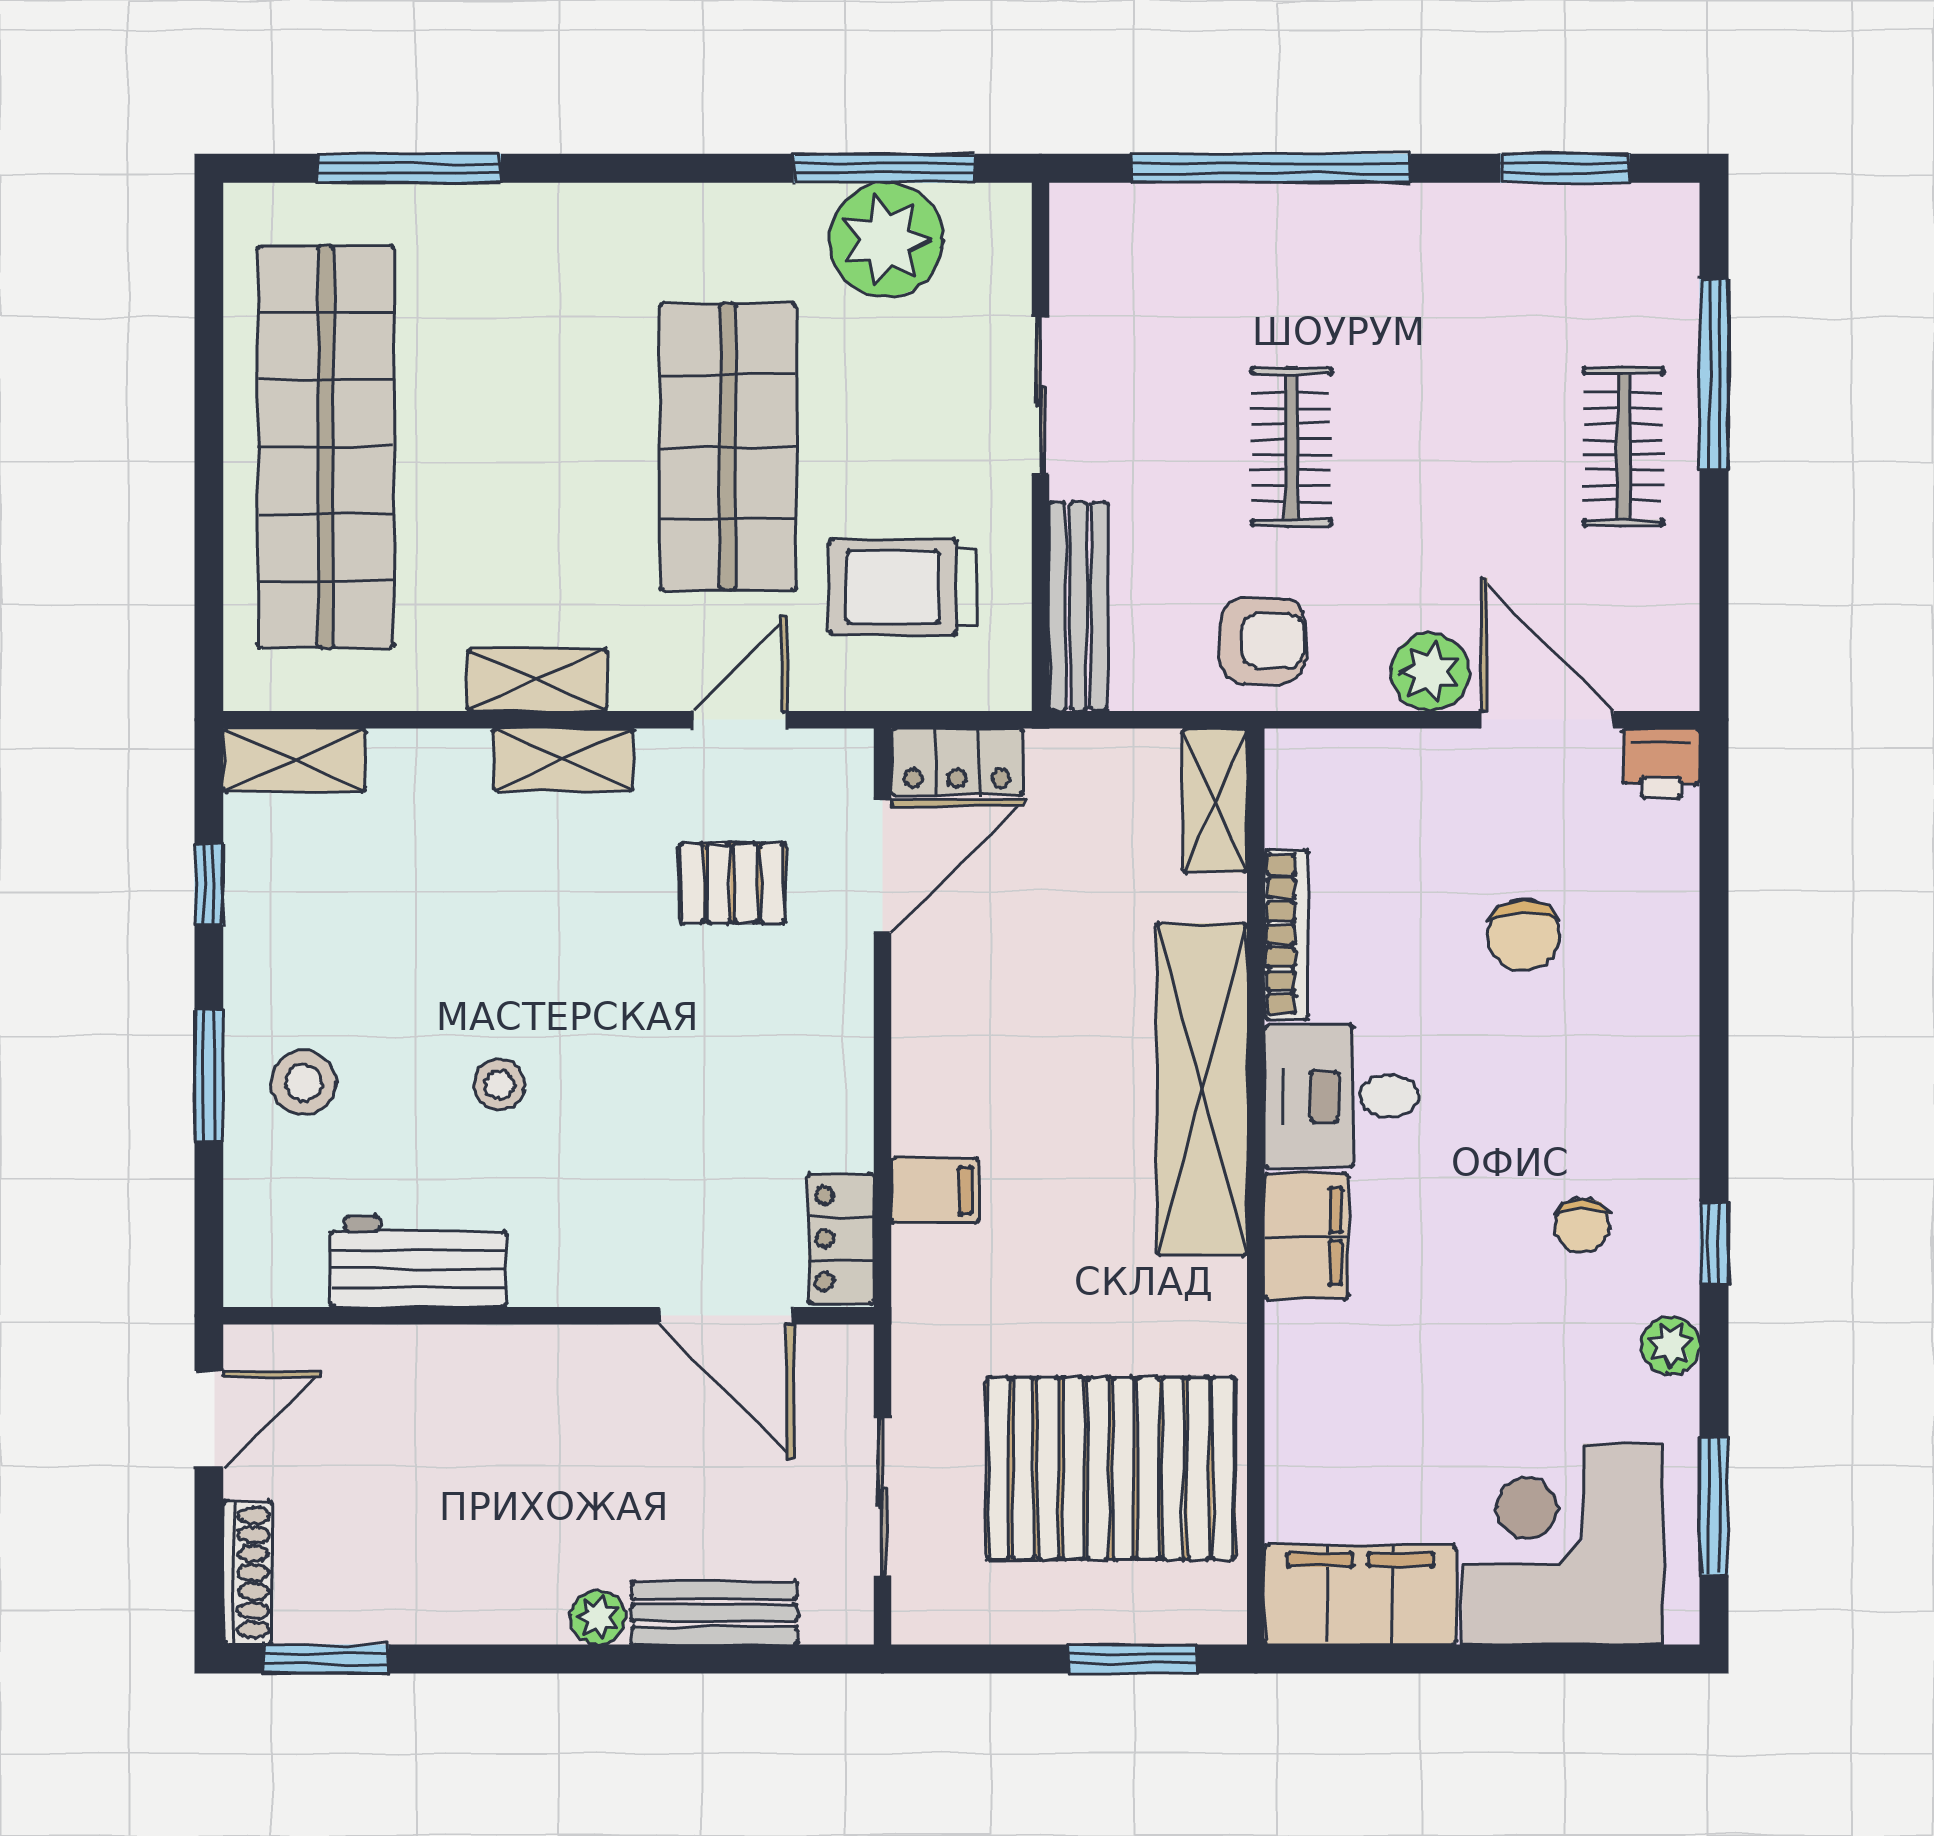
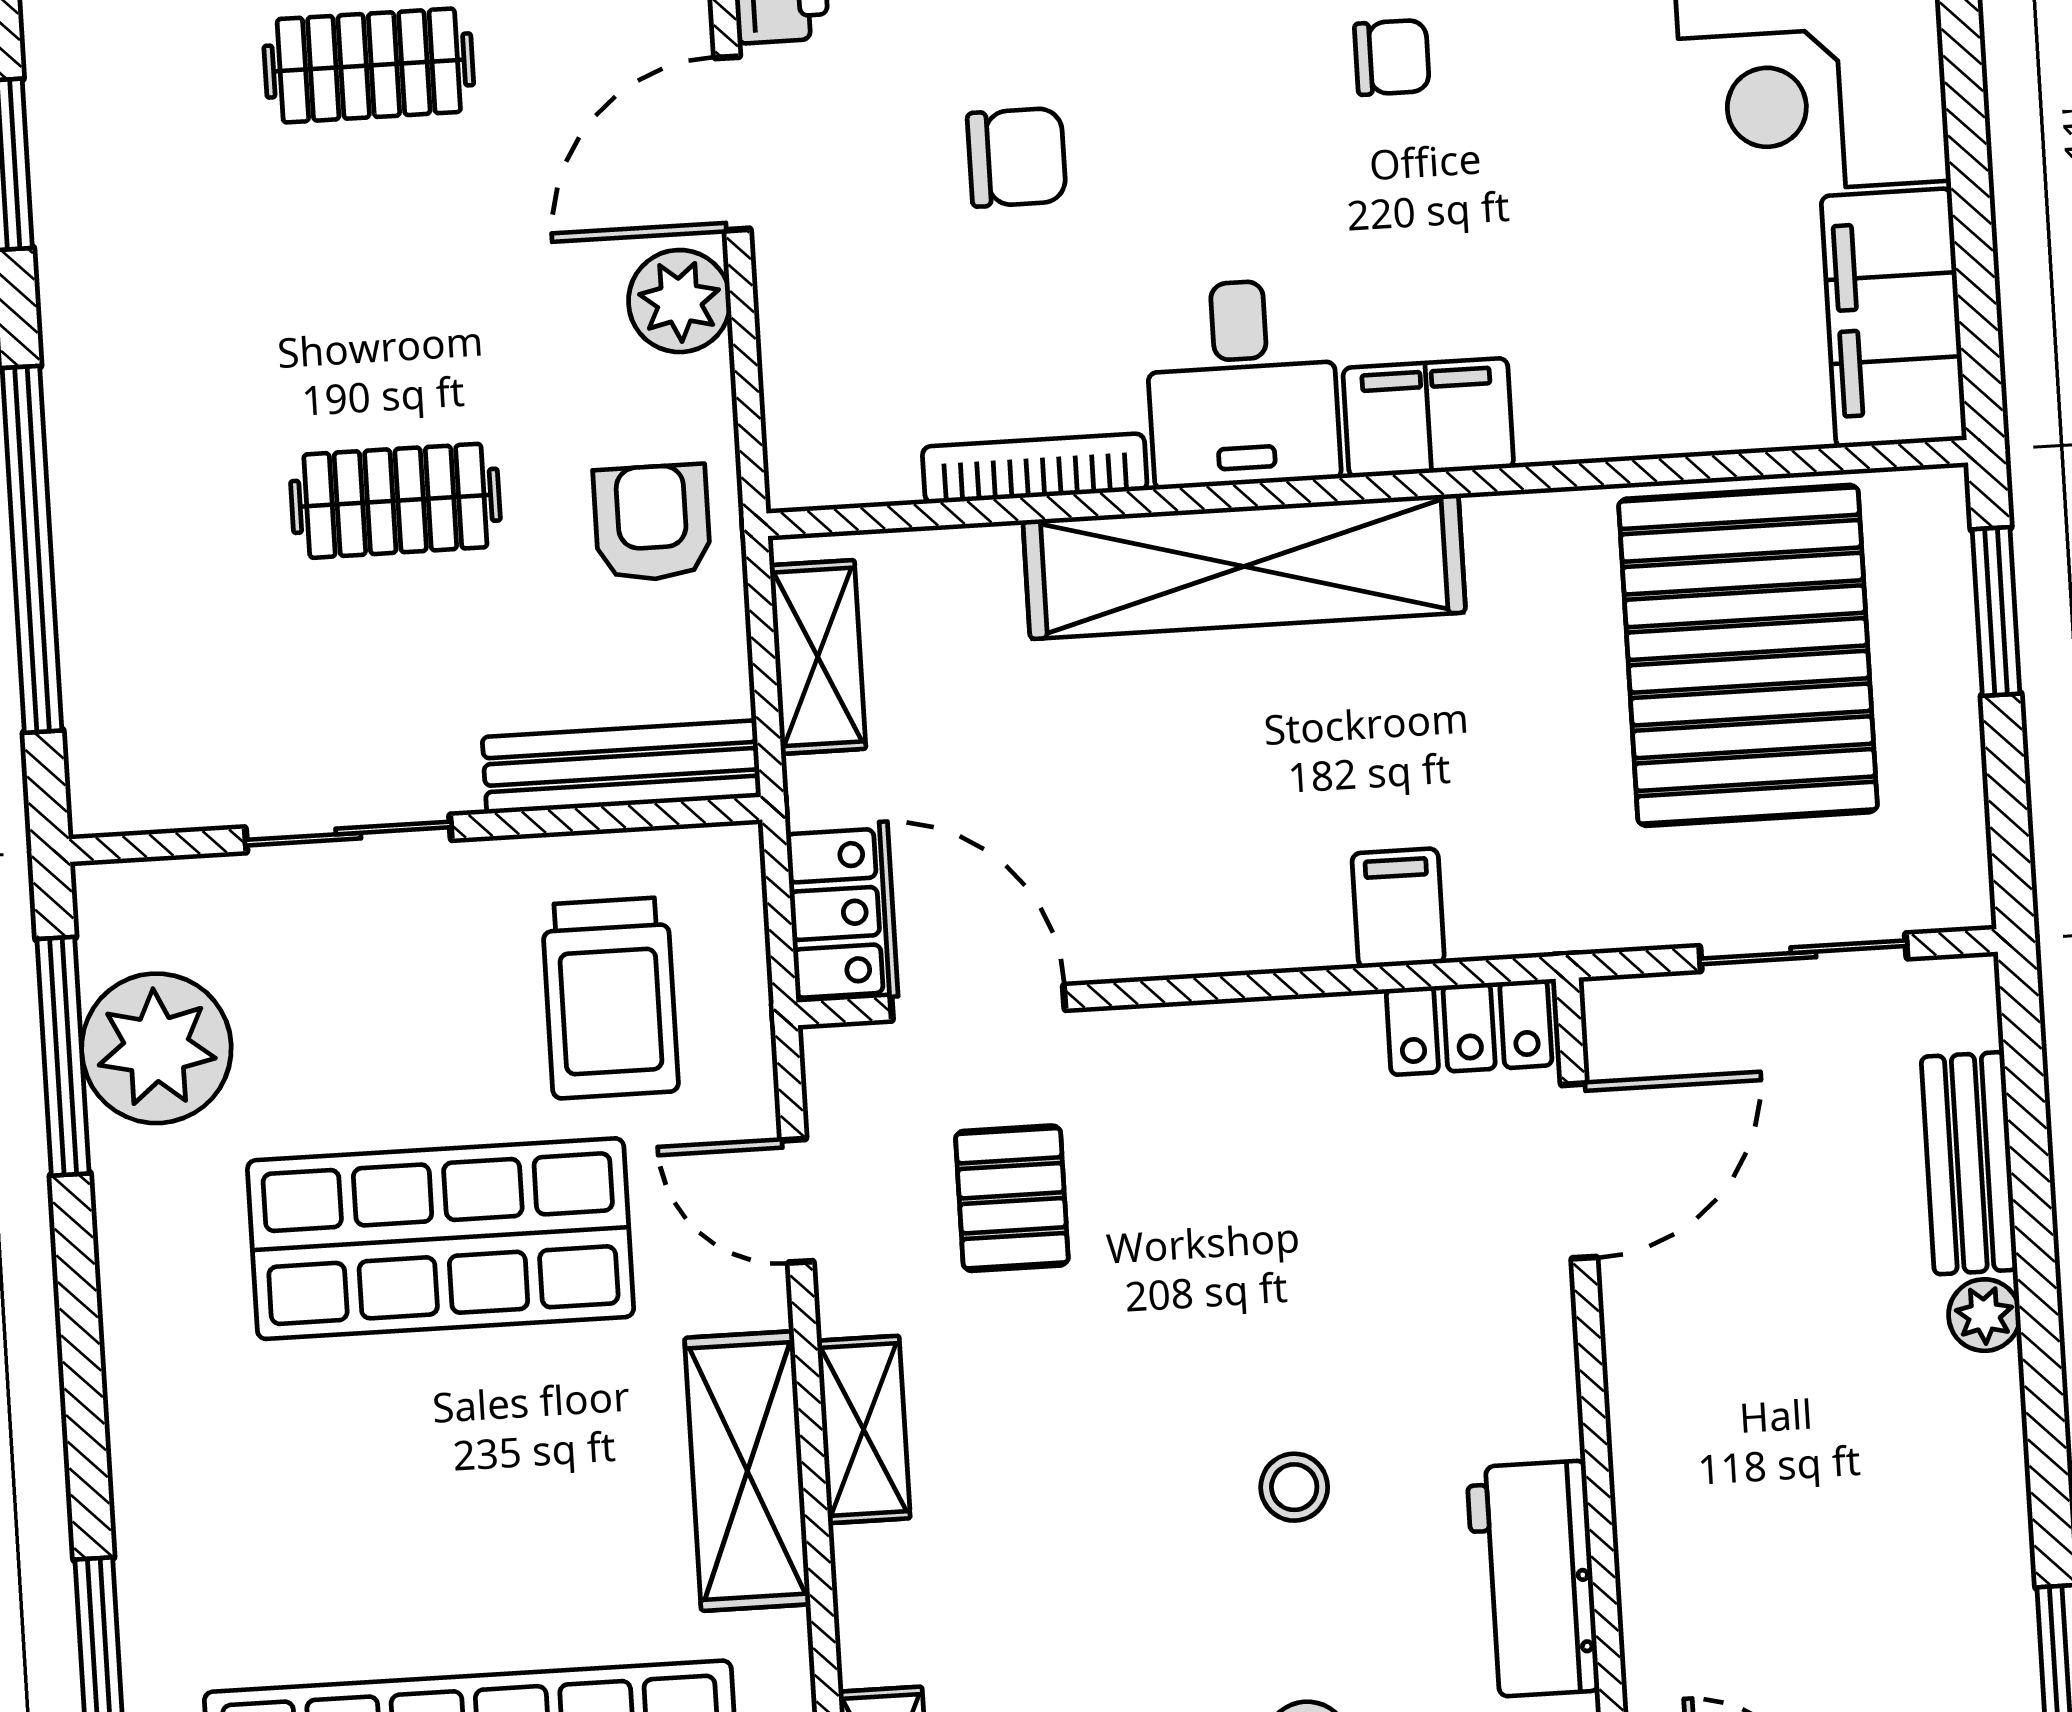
shelving: (537, 680) -> (747, 1471), width x1.50, depth x1.33
shelving: (1215, 800) -> (818, 657), moved, turned 90

